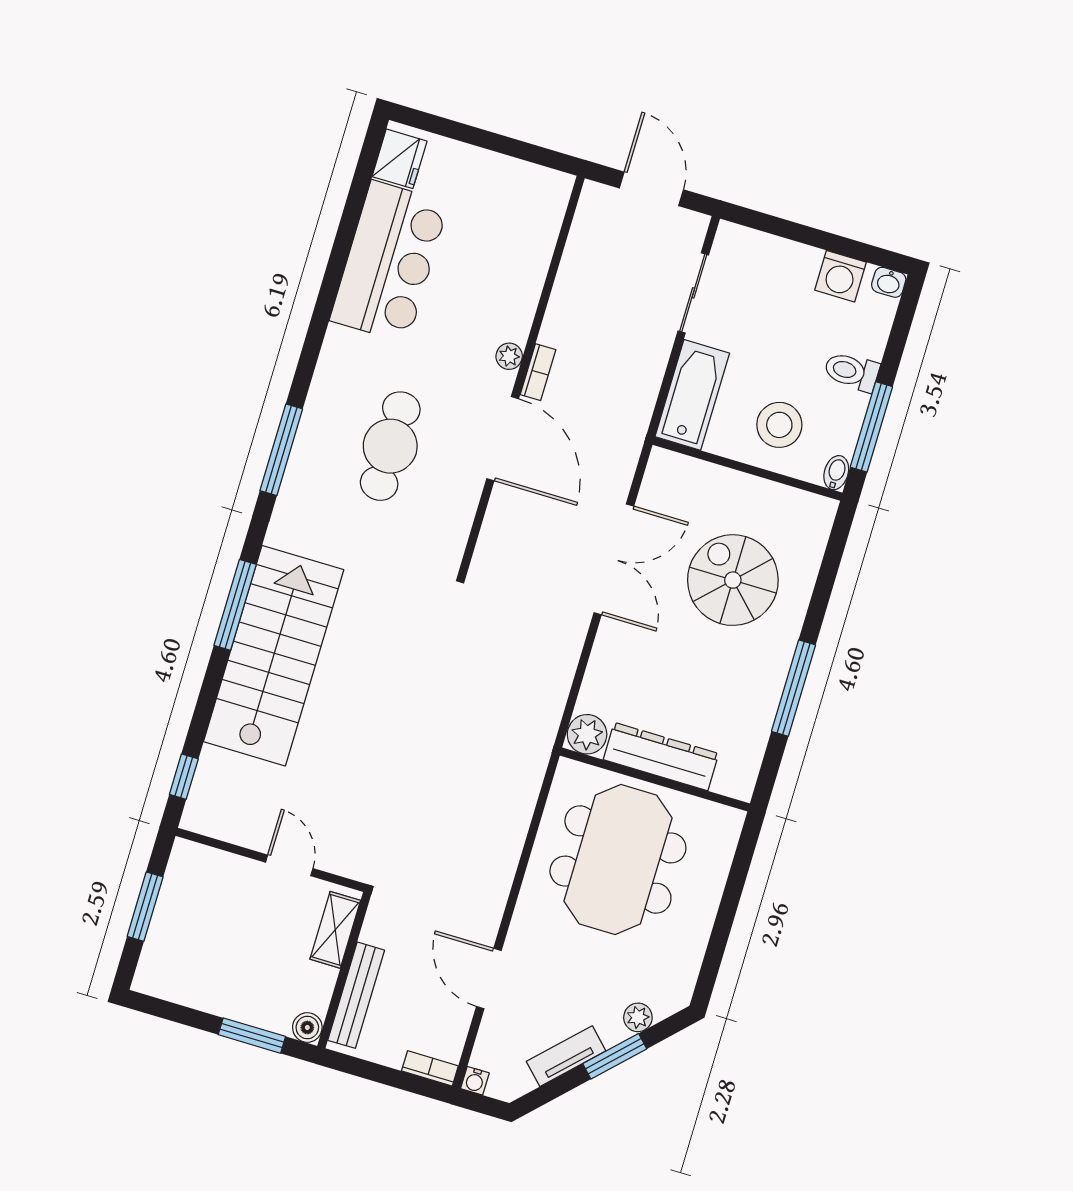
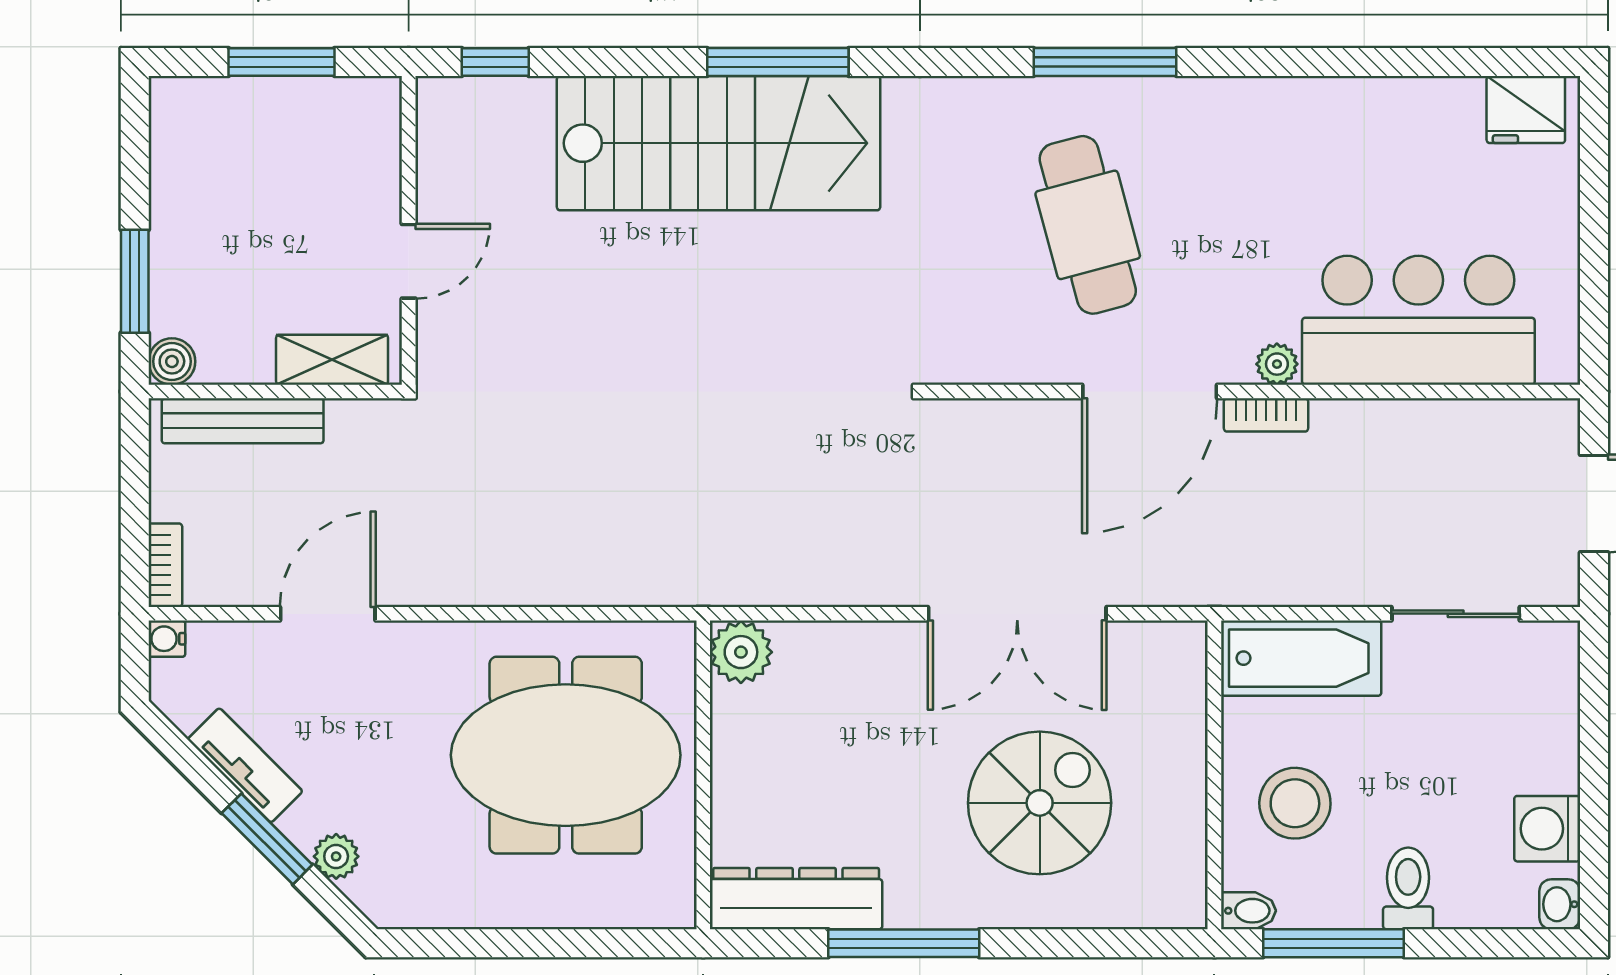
bar counter: (389, 262) -> (1418, 320), moved, turned 180
cafe table: (390, 446) -> (1088, 225), turned 75
window: (281, 450) -> (1105, 62), moved
dresser: (661, 757) -> (796, 899), moved, turned -90

